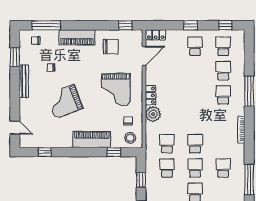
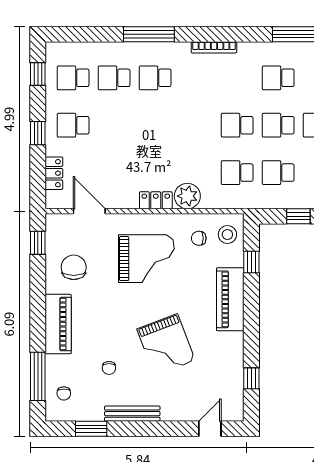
locker: (156, 35) -> (54, 173), moved

